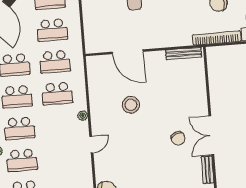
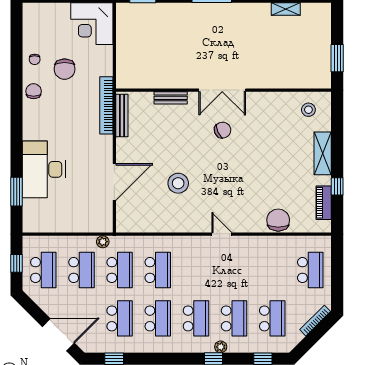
bookcase: (217, 38) -> (106, 105), moved
plant: (83, 116) -> (103, 242), moved
bench: (208, 170) -> (171, 98), moved

